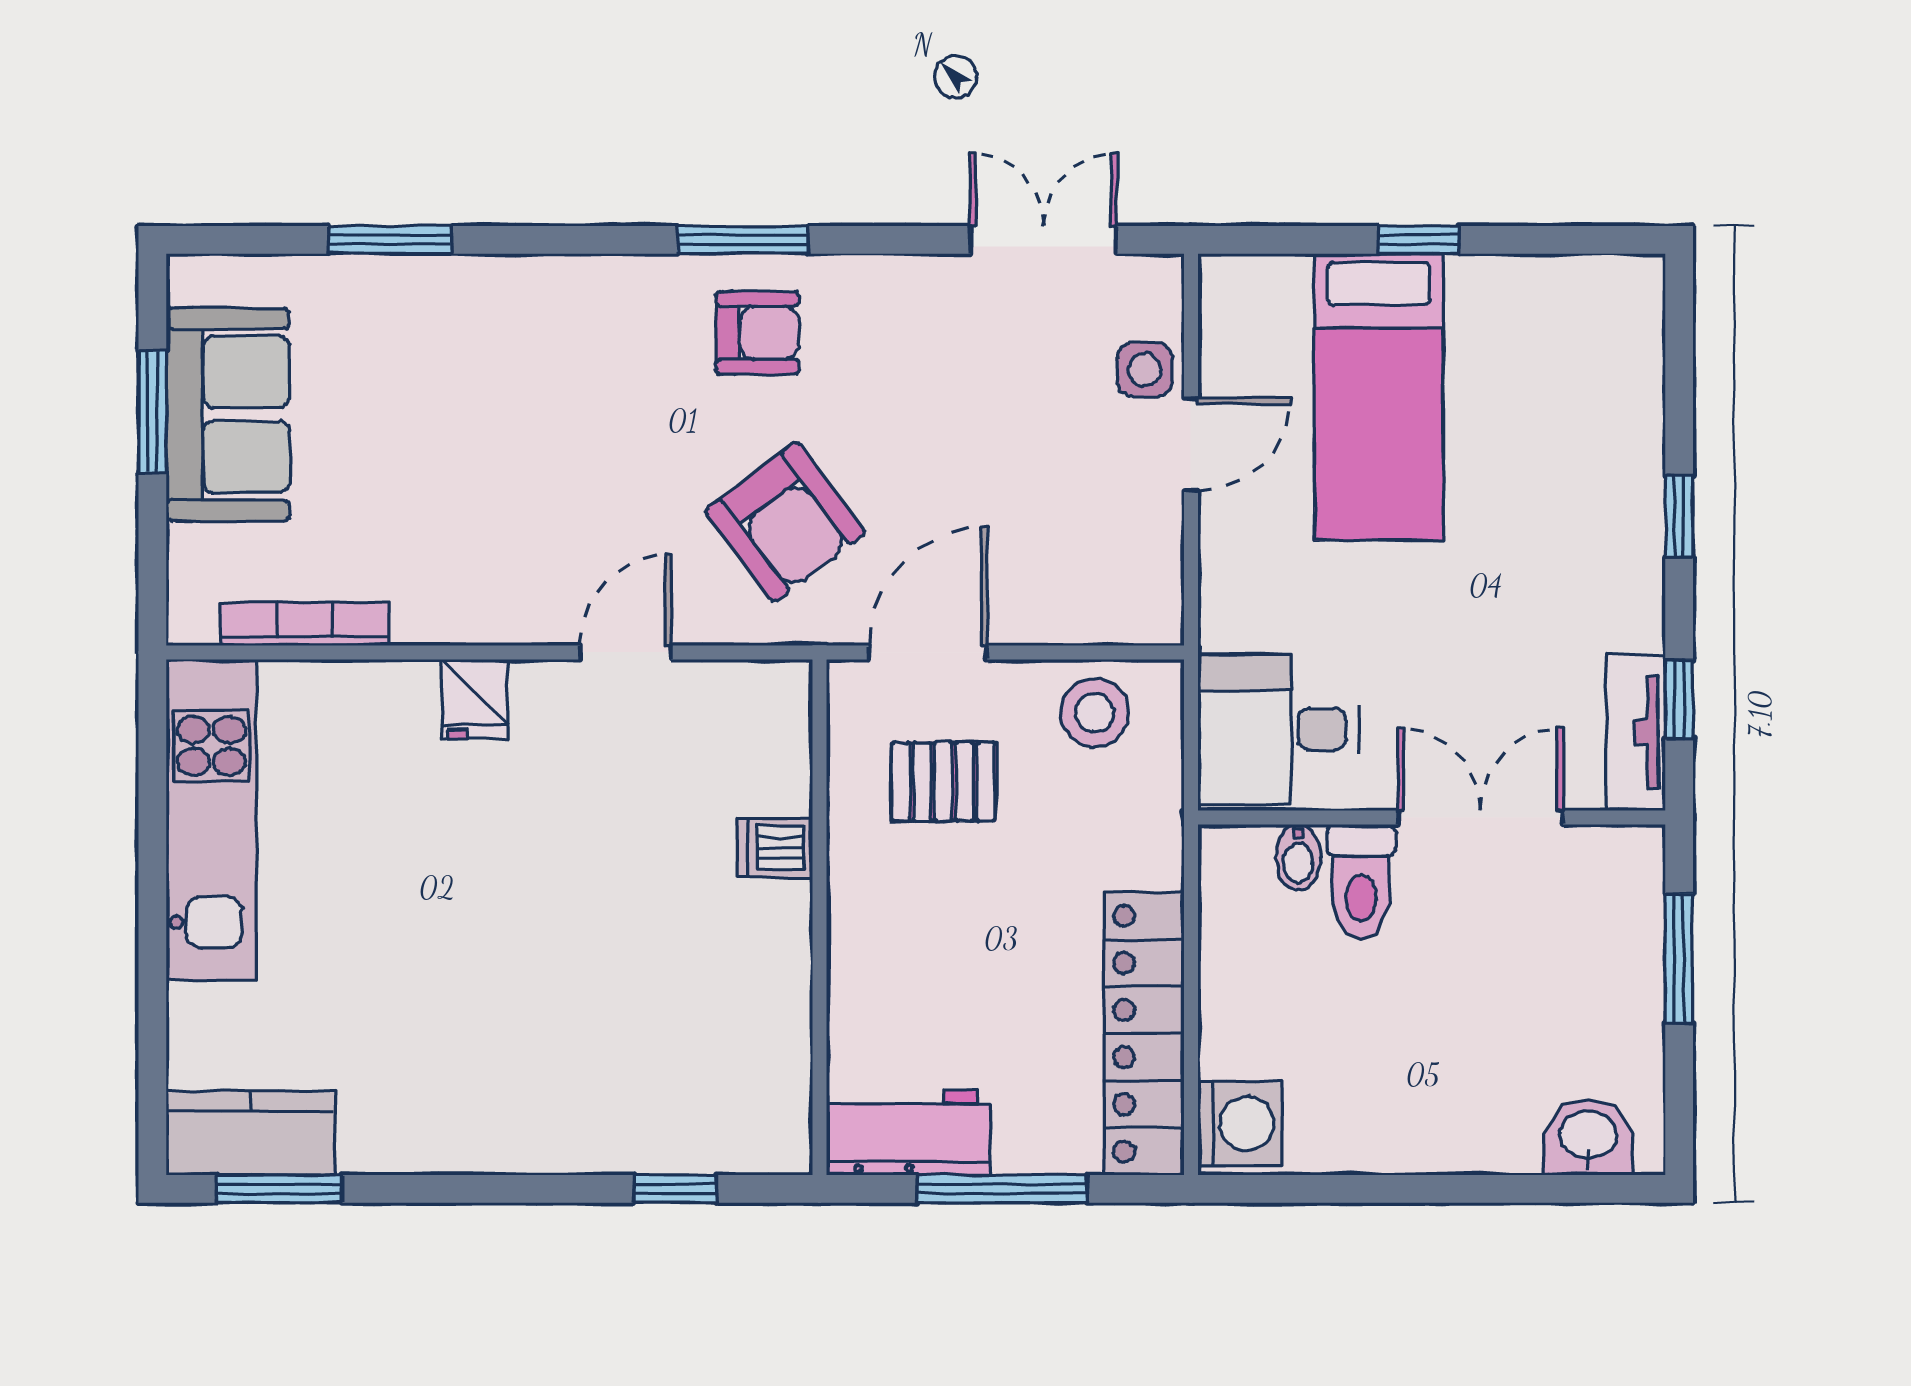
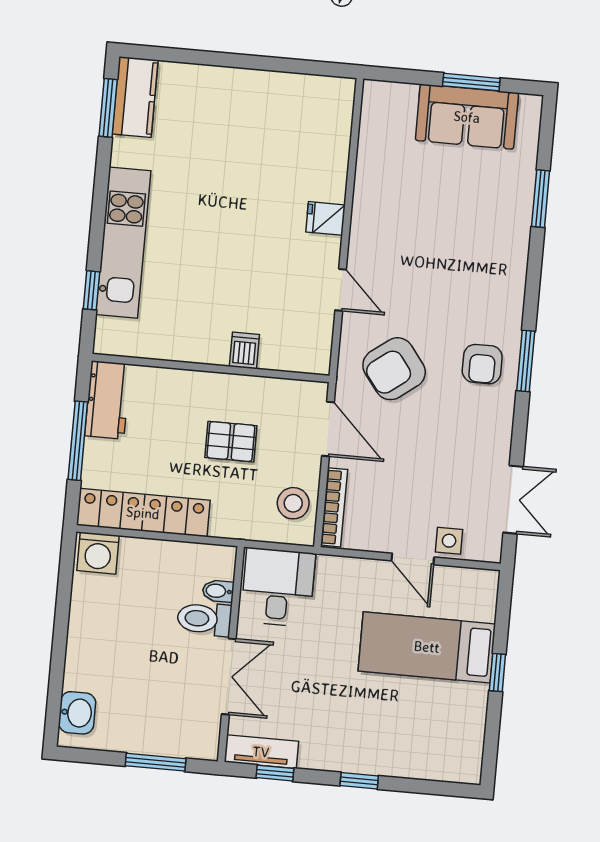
bookcase: (305, 624) -> (334, 507), moved
pallet: (943, 782) -> (231, 442), moved, turned 90
kitchen unit: (211, 820) -> (123, 243), moved, turned -90

